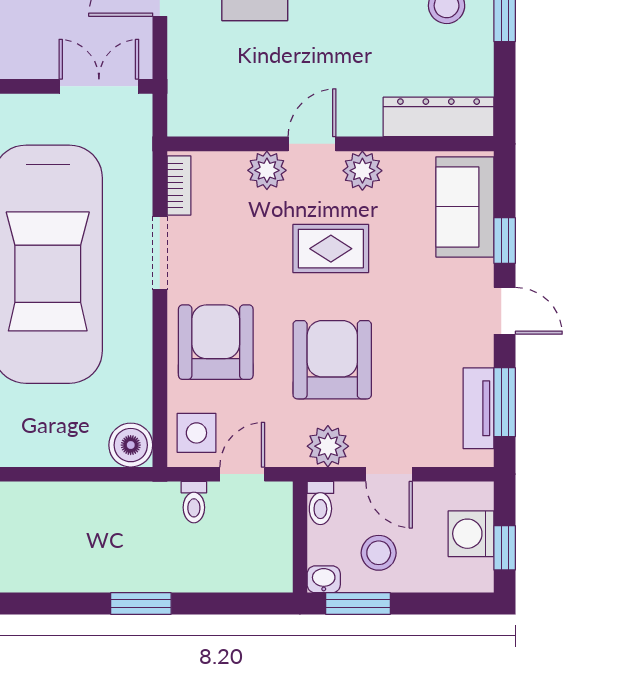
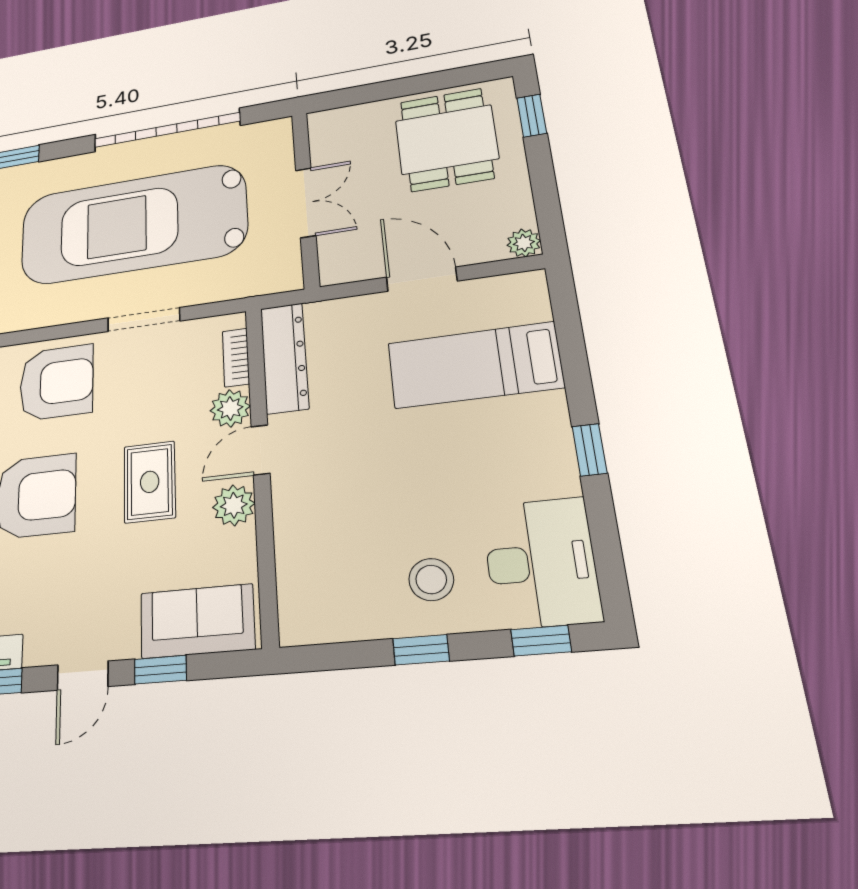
double door: (99, 86) -> (306, 203), moved
dresser: (439, 117) -> (284, 358), moved
door: (312, 144) -> (261, 450), swing flipped
bookcase: (179, 186) -> (236, 357), moved, turned 90

